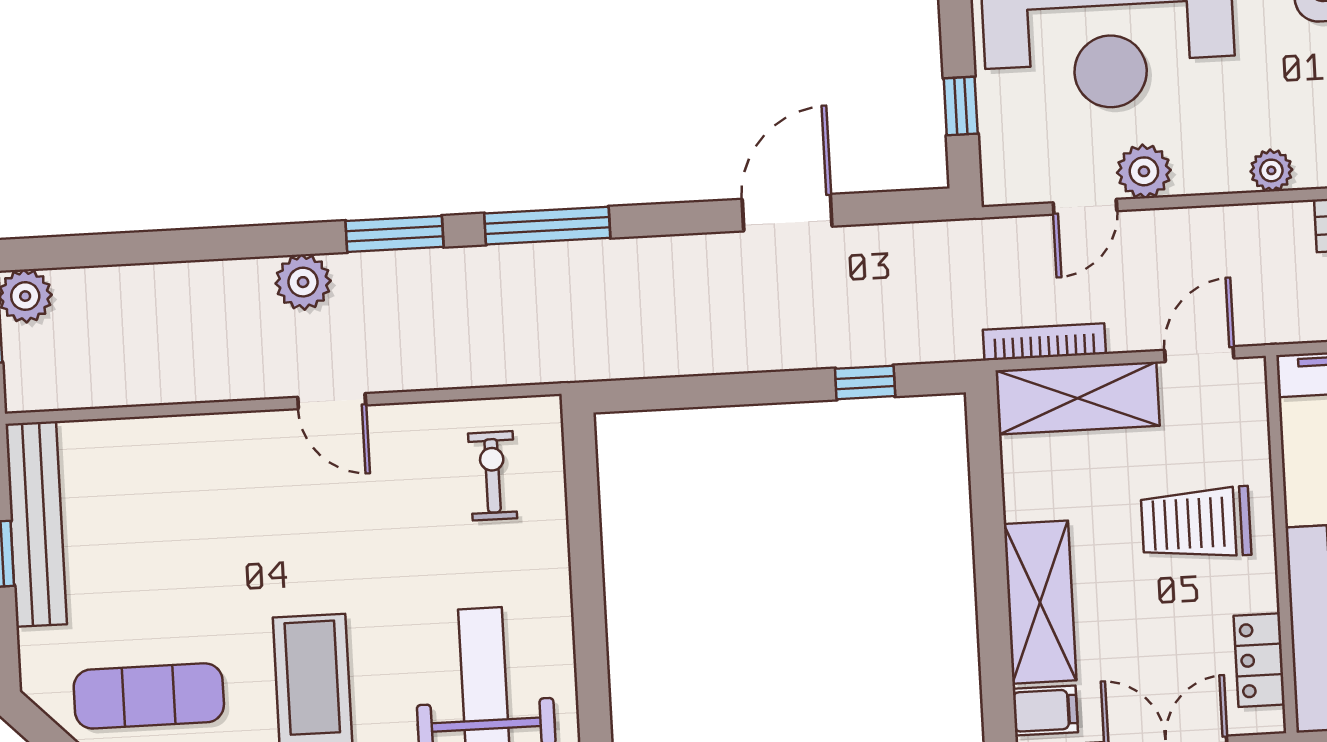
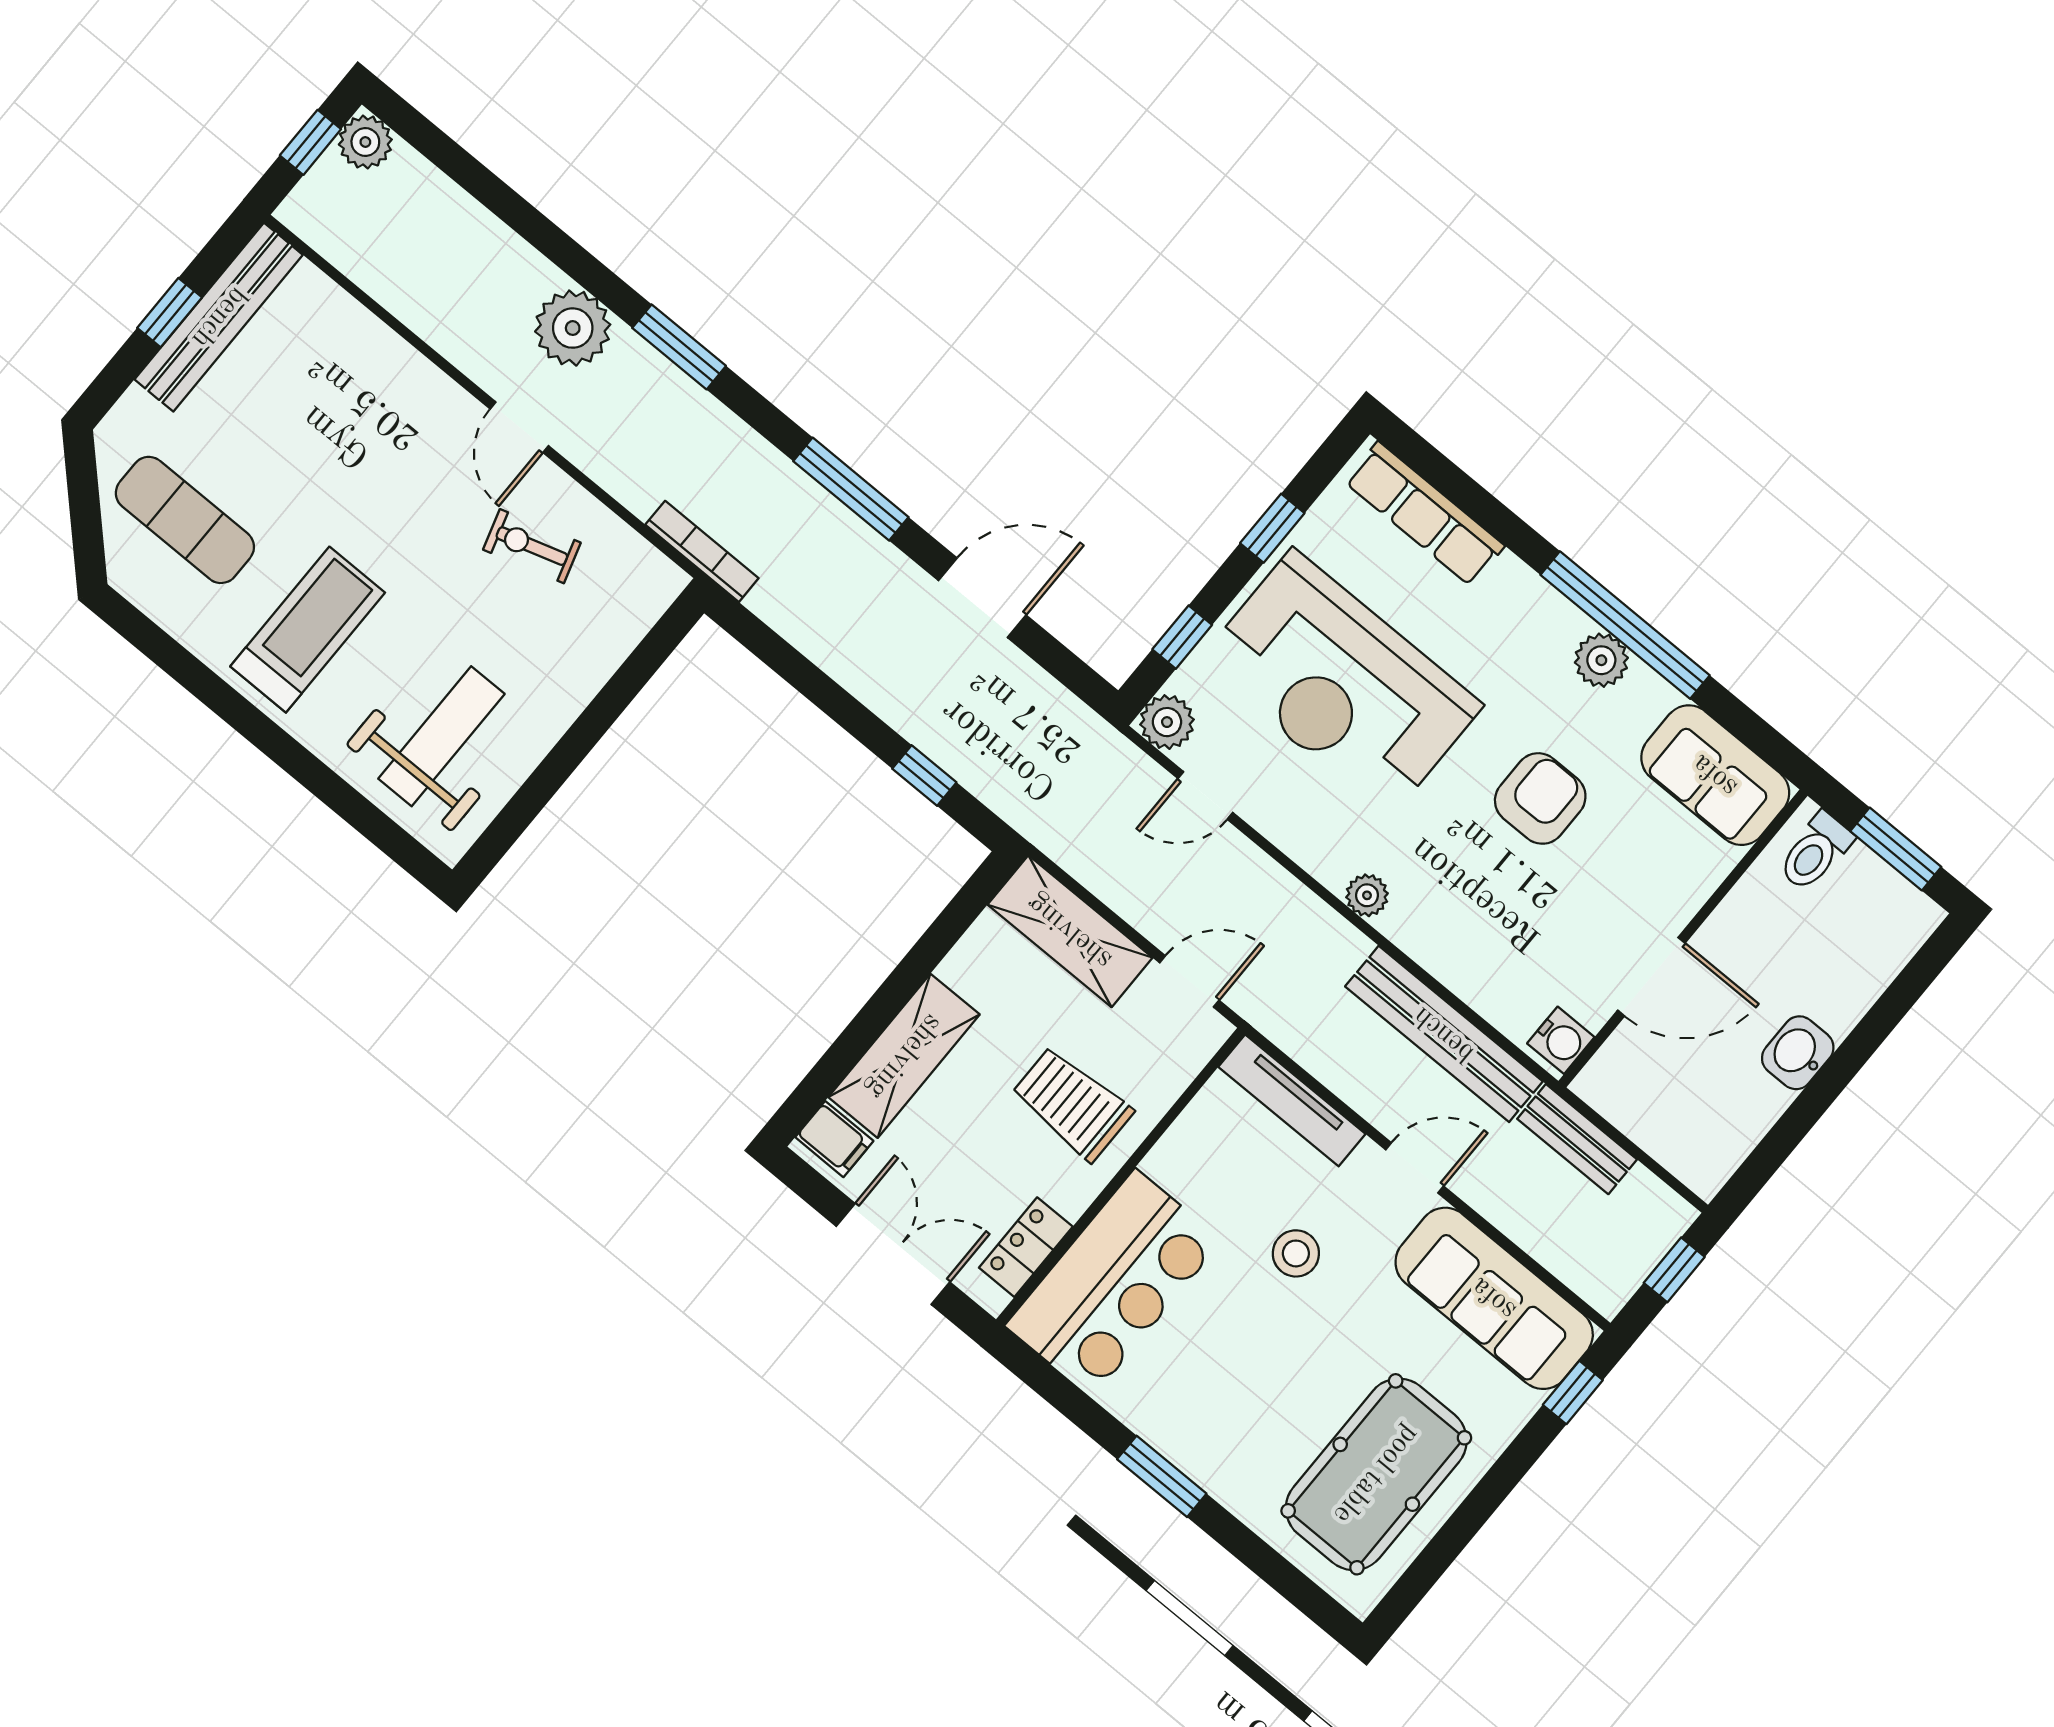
plant: (1144, 171) -> (1167, 722), moved
window: (547, 226) -> (851, 489), moved
plant: (303, 282) -> (573, 328), width x1.36, depth x1.36
bookcase: (1044, 342) -> (702, 551), moved
exercise bike: (493, 476) -> (532, 546), moved, turned -107

